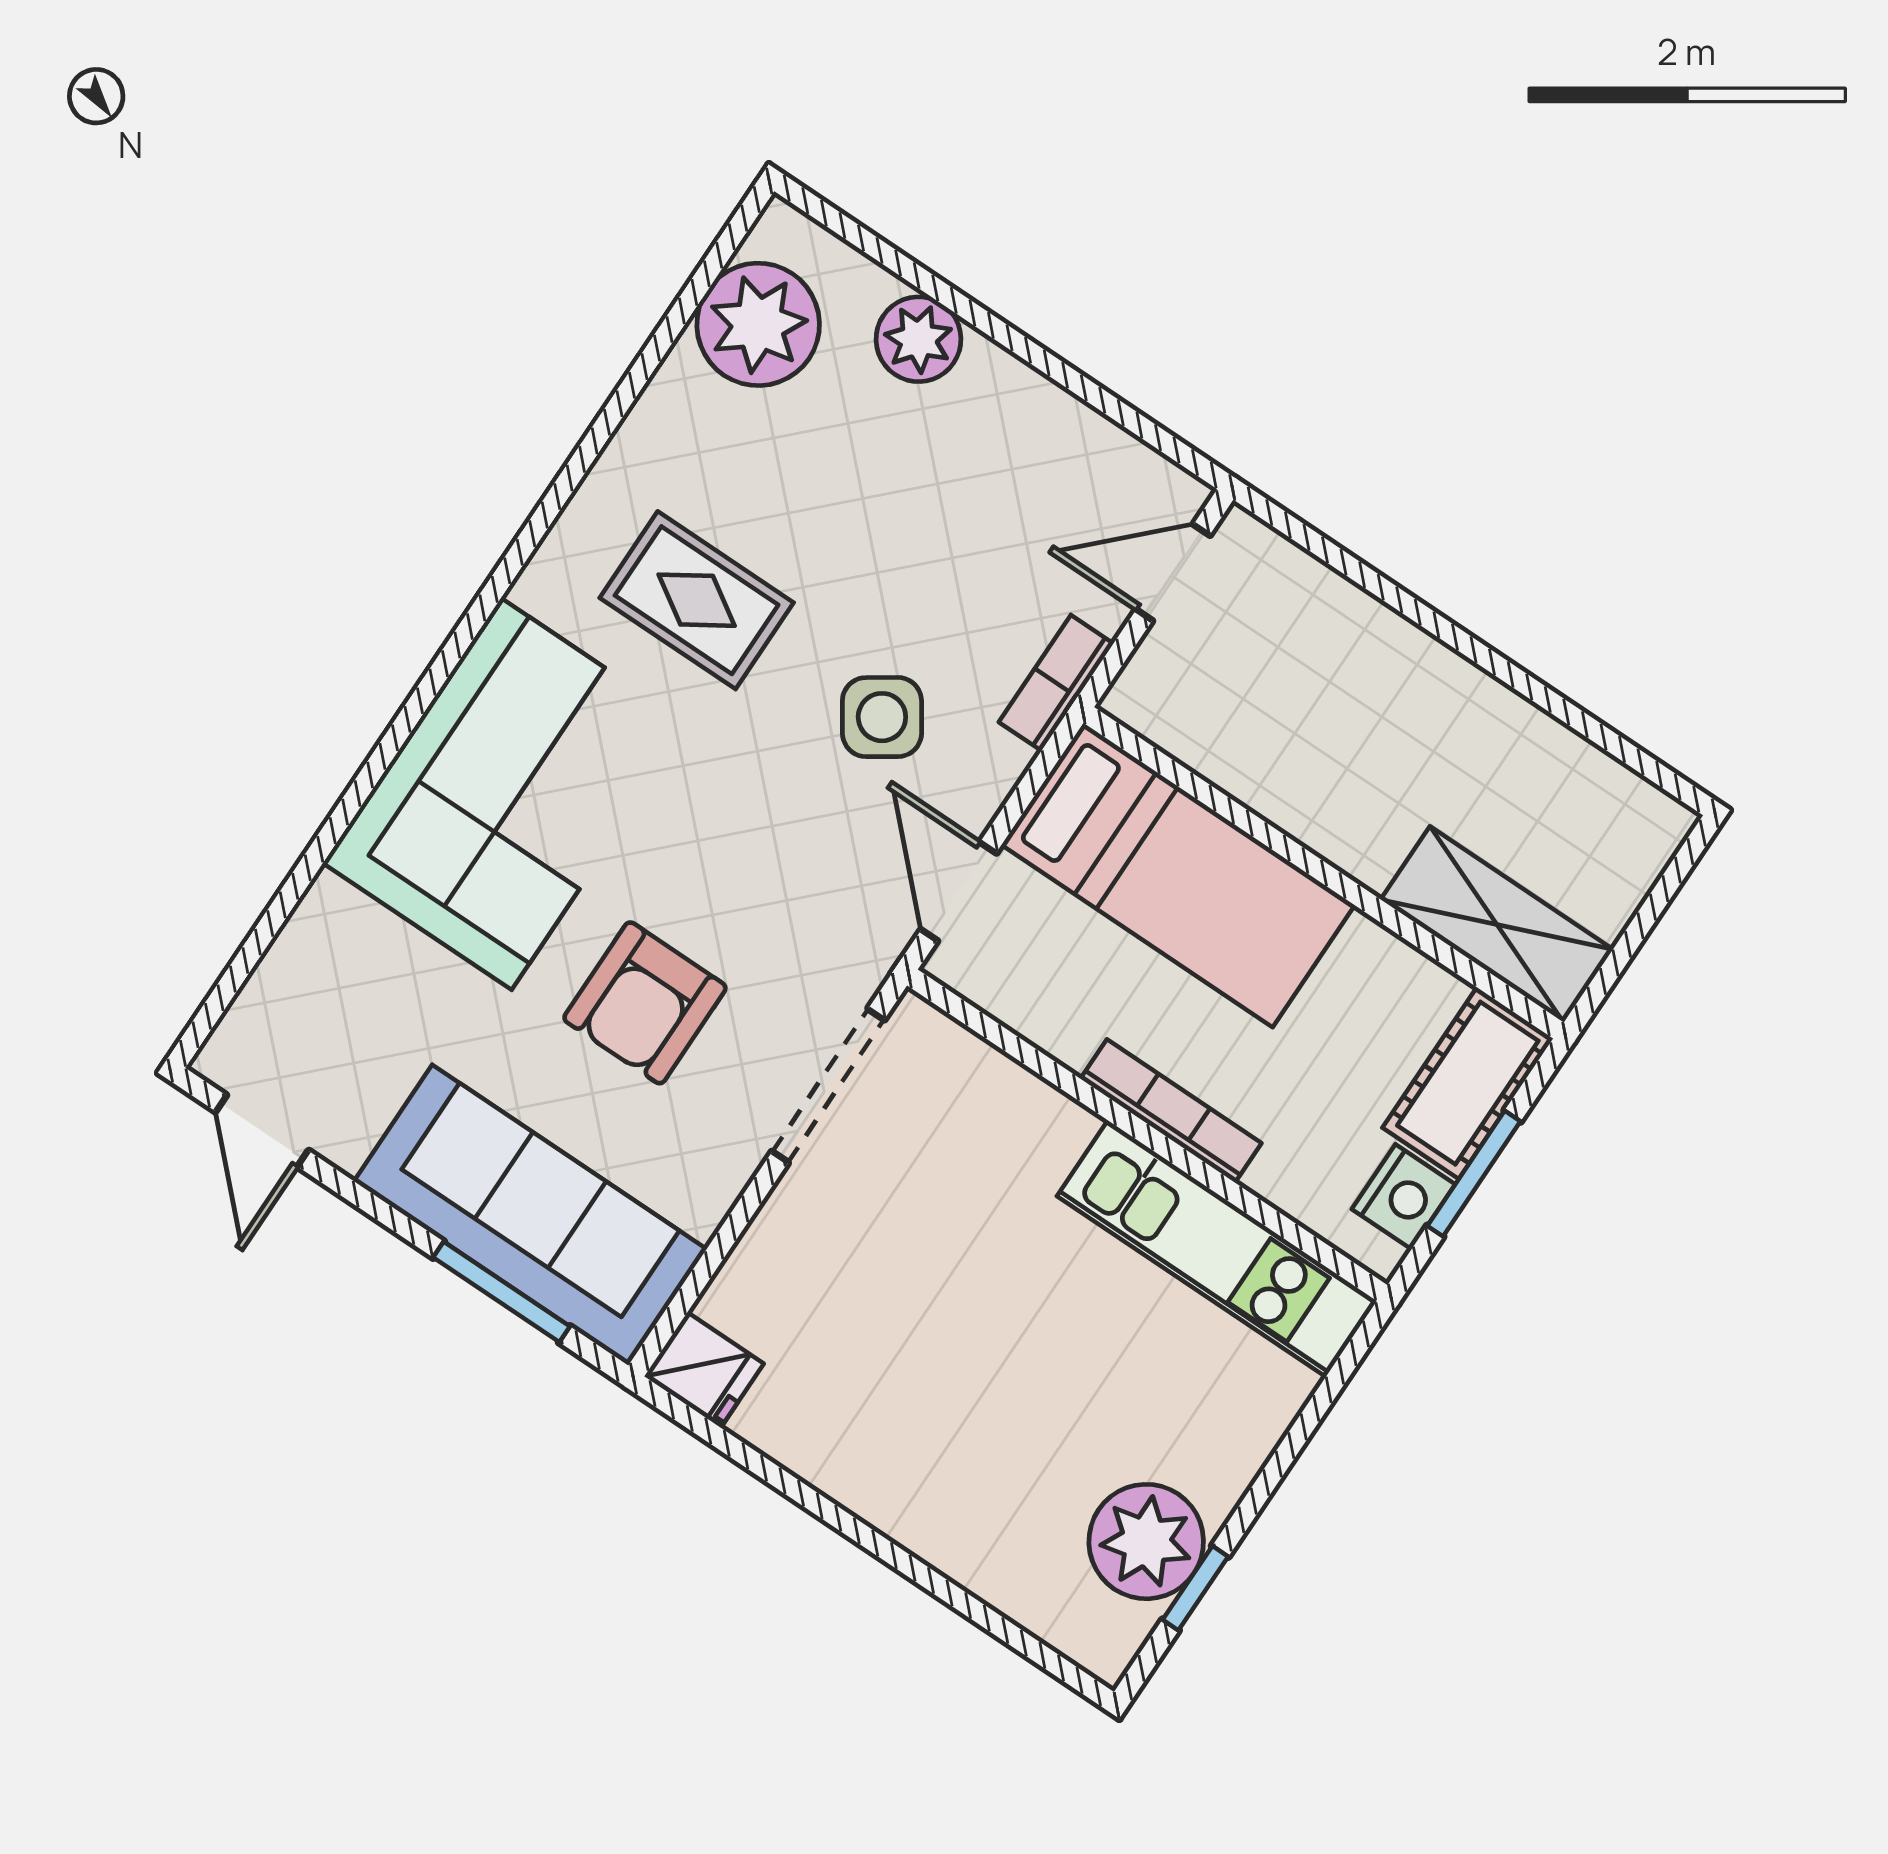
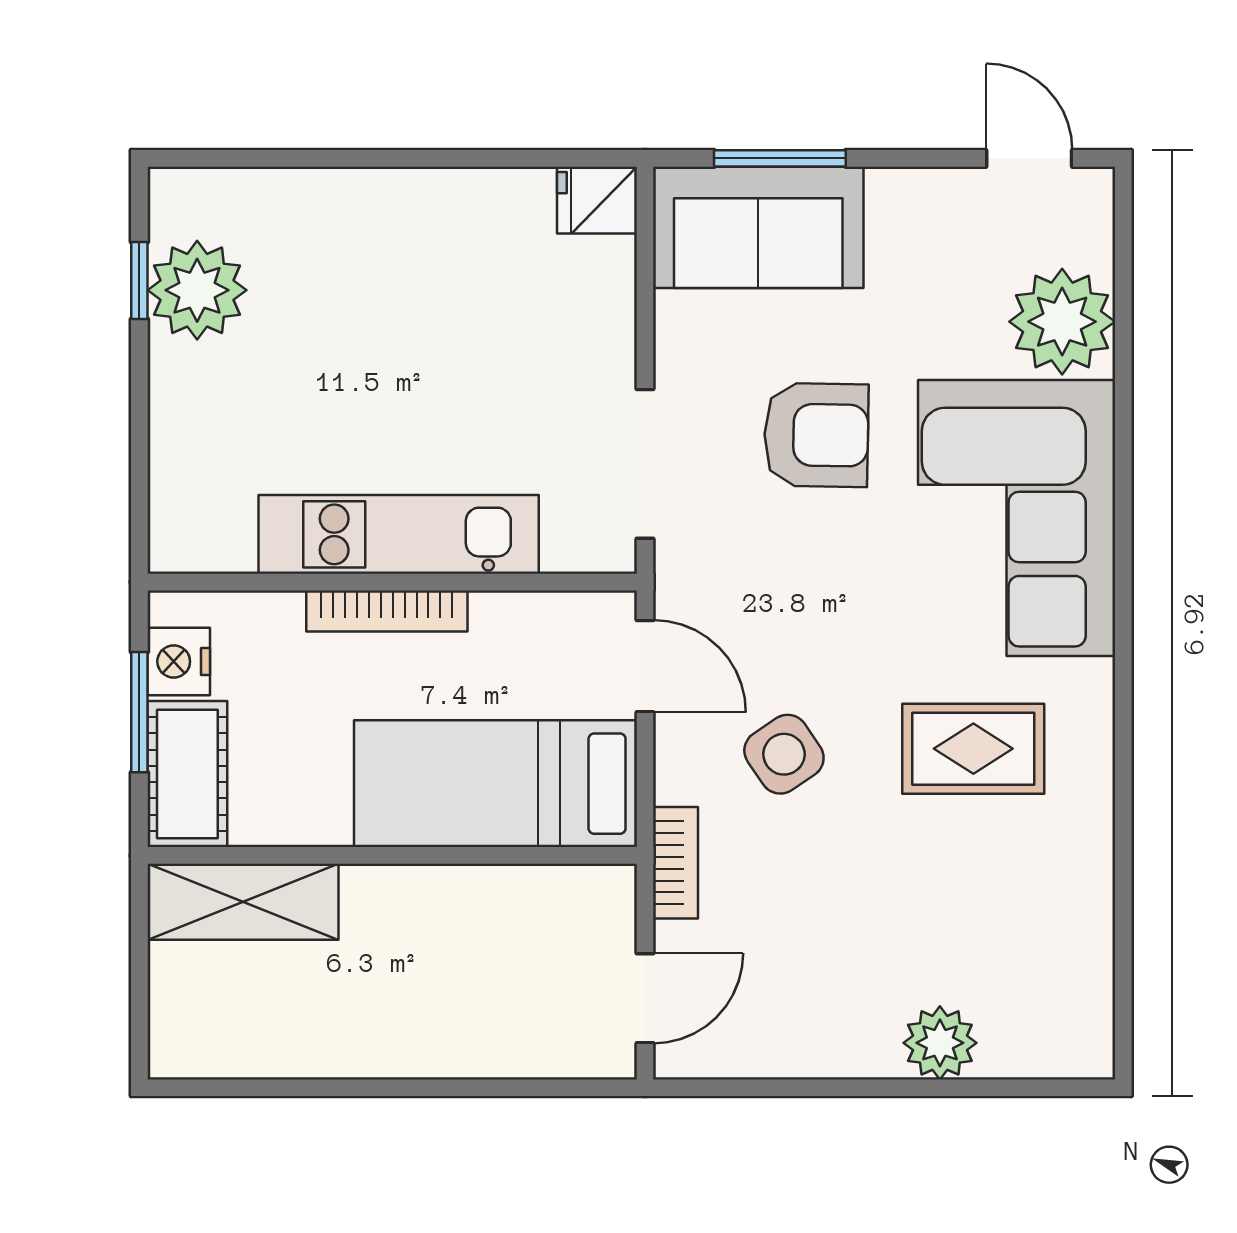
plant: (758, 324) -> (1062, 322), moved
armchair: (645, 1003) -> (816, 435), turned 91
sofa: (530, 1215) -> (758, 227), width x0.73
kitchen unit: (1217, 1249) -> (399, 534), moved

